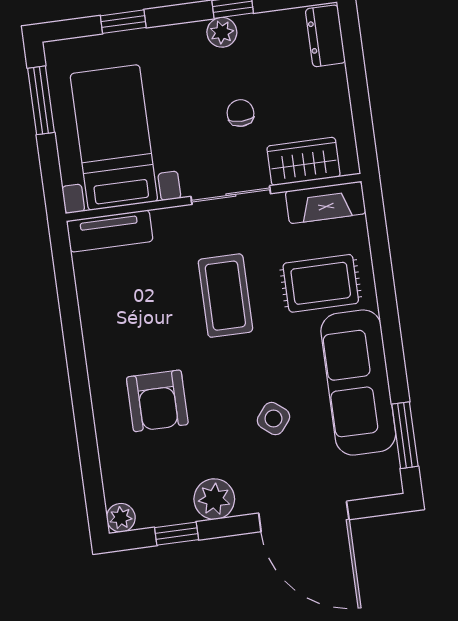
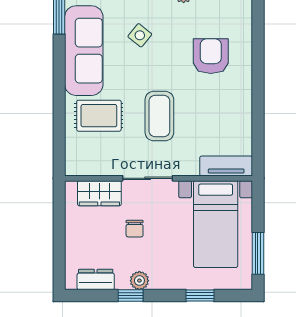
dresser: (325, 36) -> (96, 280), moved, turned -90
fireplace: (326, 202) -> (89, 166), removed

